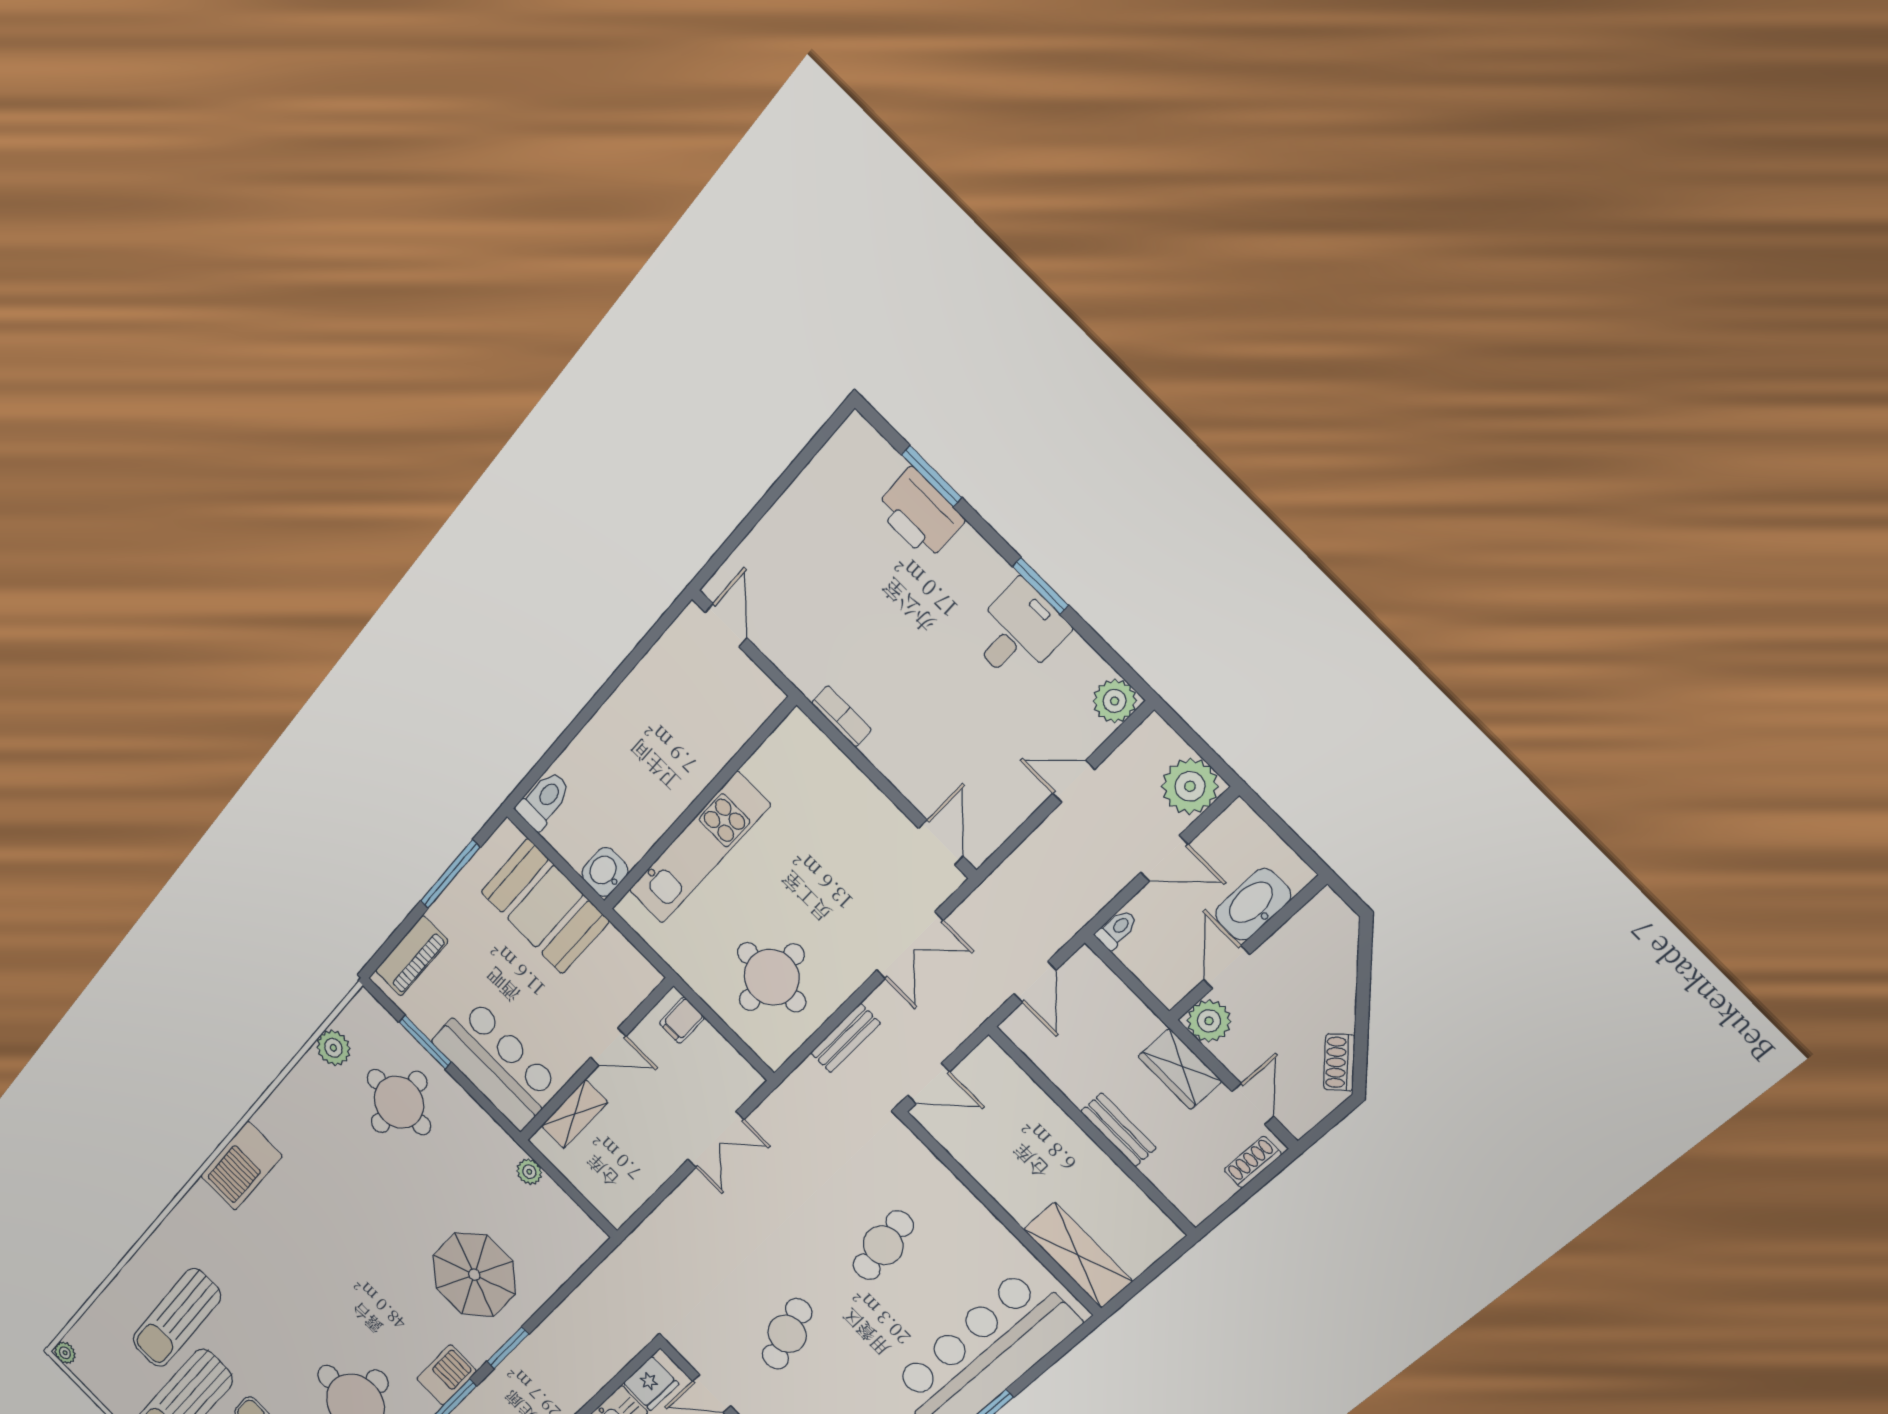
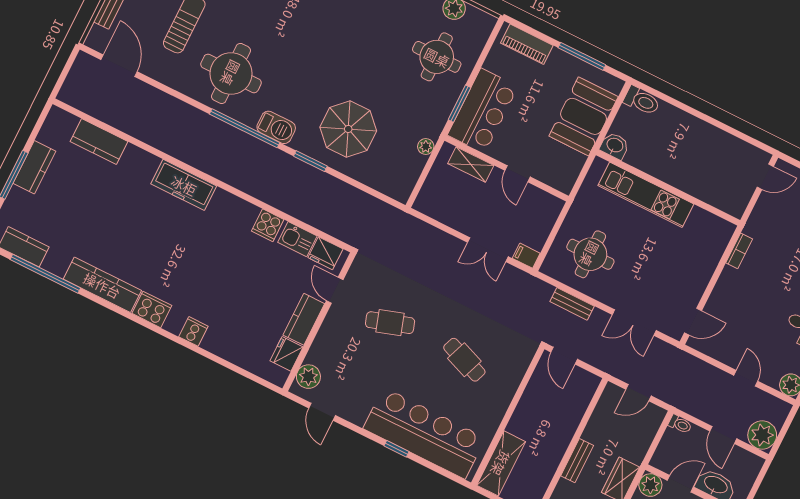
filing cabinet: (682, 1020) -> (526, 256), moved
window: (425, 1042) -> (460, 104), moved
cafe table: (883, 1245) -> (464, 360), turned 30

